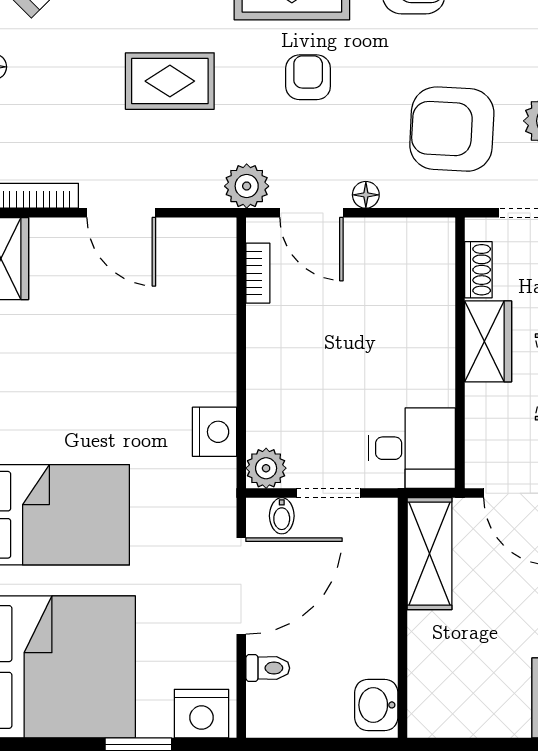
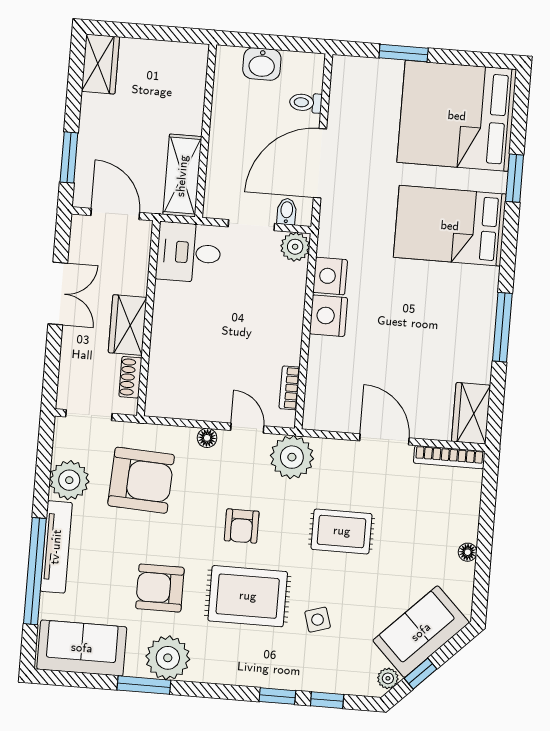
plant: (247, 186) -> (292, 457), width x1.36, depth x1.36
door: (312, 213) -> (247, 428), width x0.73
washbasin: (376, 705) -> (262, 64), moved, turned 90
nightstand: (202, 714) -> (328, 316), moved, turned -90

